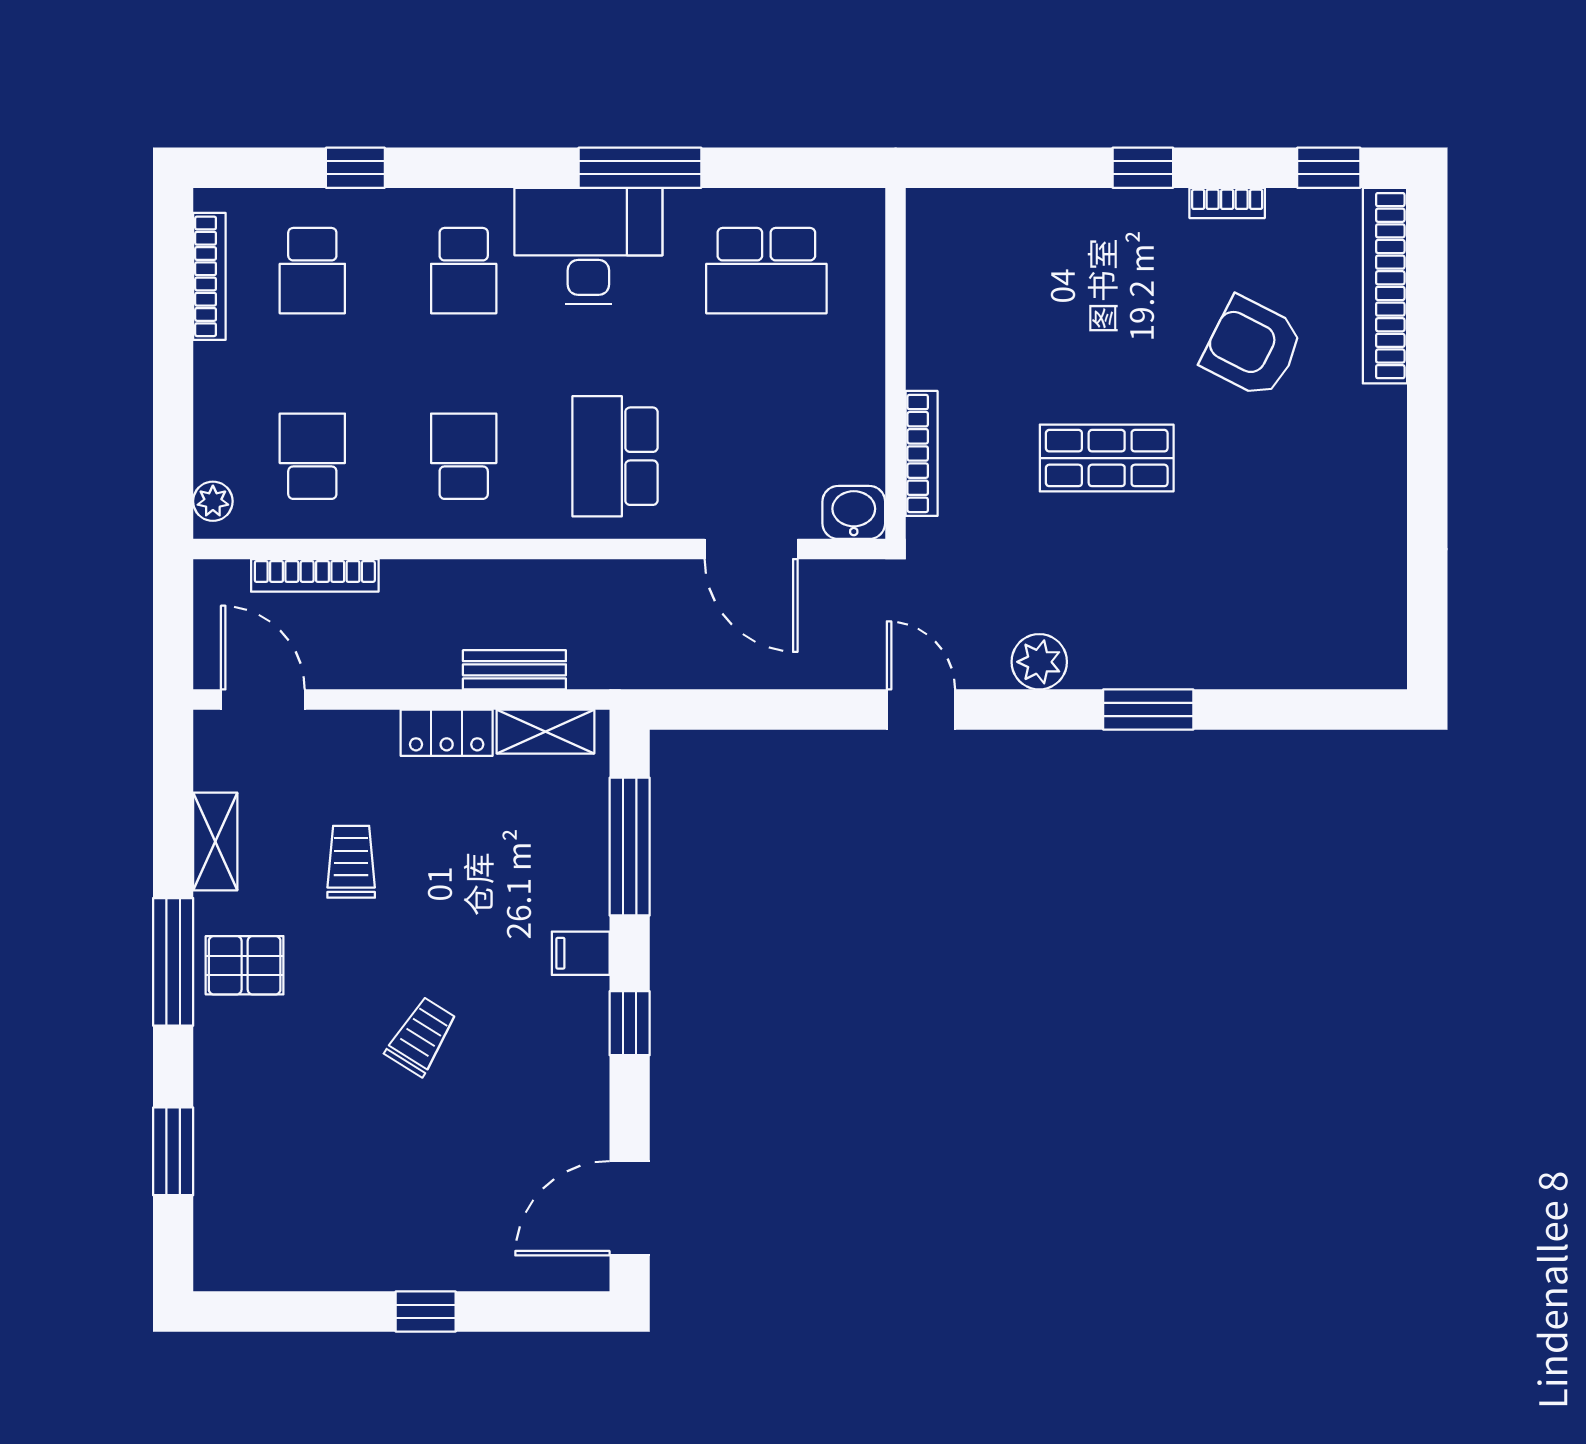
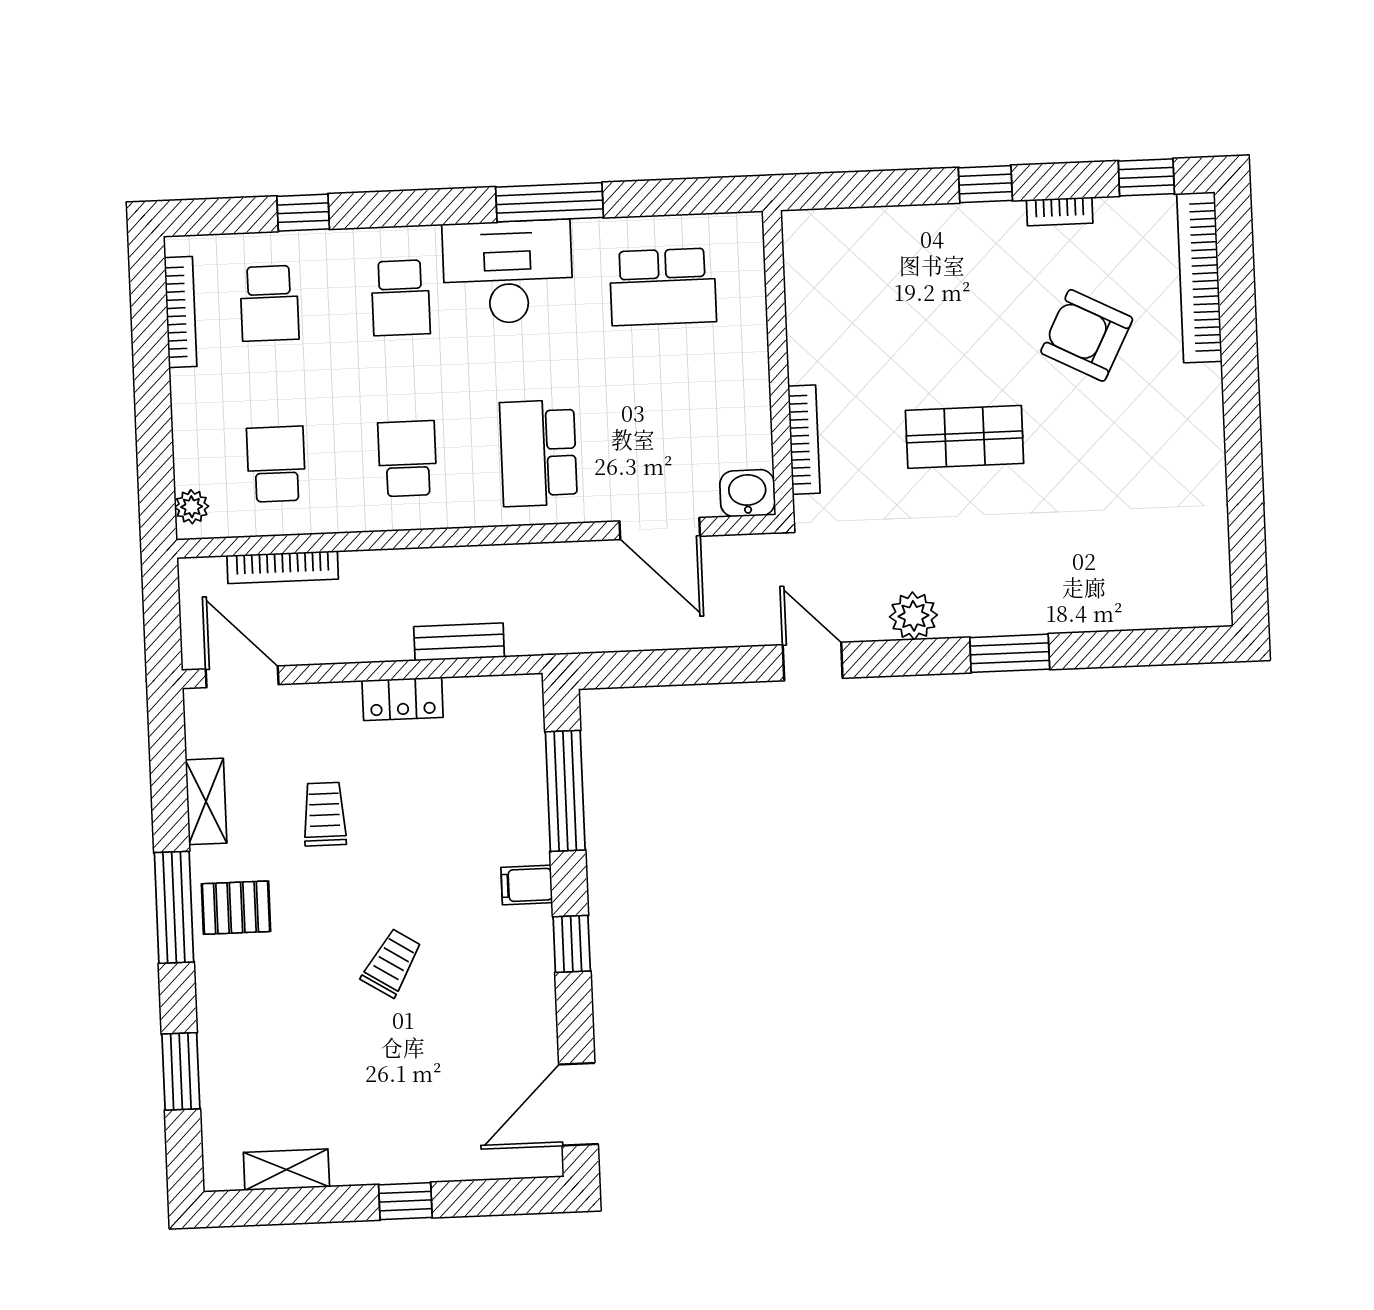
shelving: (545, 732) -> (286, 1170), moved

